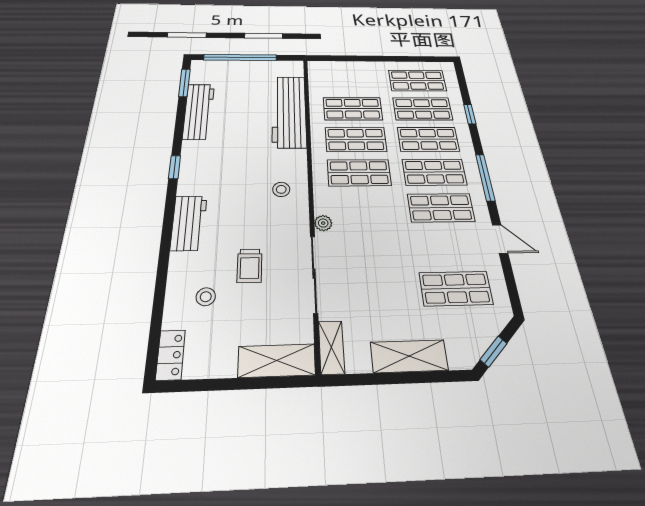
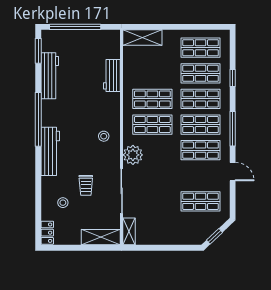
shop shelf: (353, 109) -> (152, 73), removed
workbench: (289, 111) -> (112, 76), width x0.53, depth x0.76
window: (175, 167) -> (38, 119), width x3.17
workbench: (189, 223) -> (50, 151), width x1.38
plant: (323, 223) -> (133, 155), width x1.87, depth x1.87
shelving: (409, 356) -> (142, 37), moved

